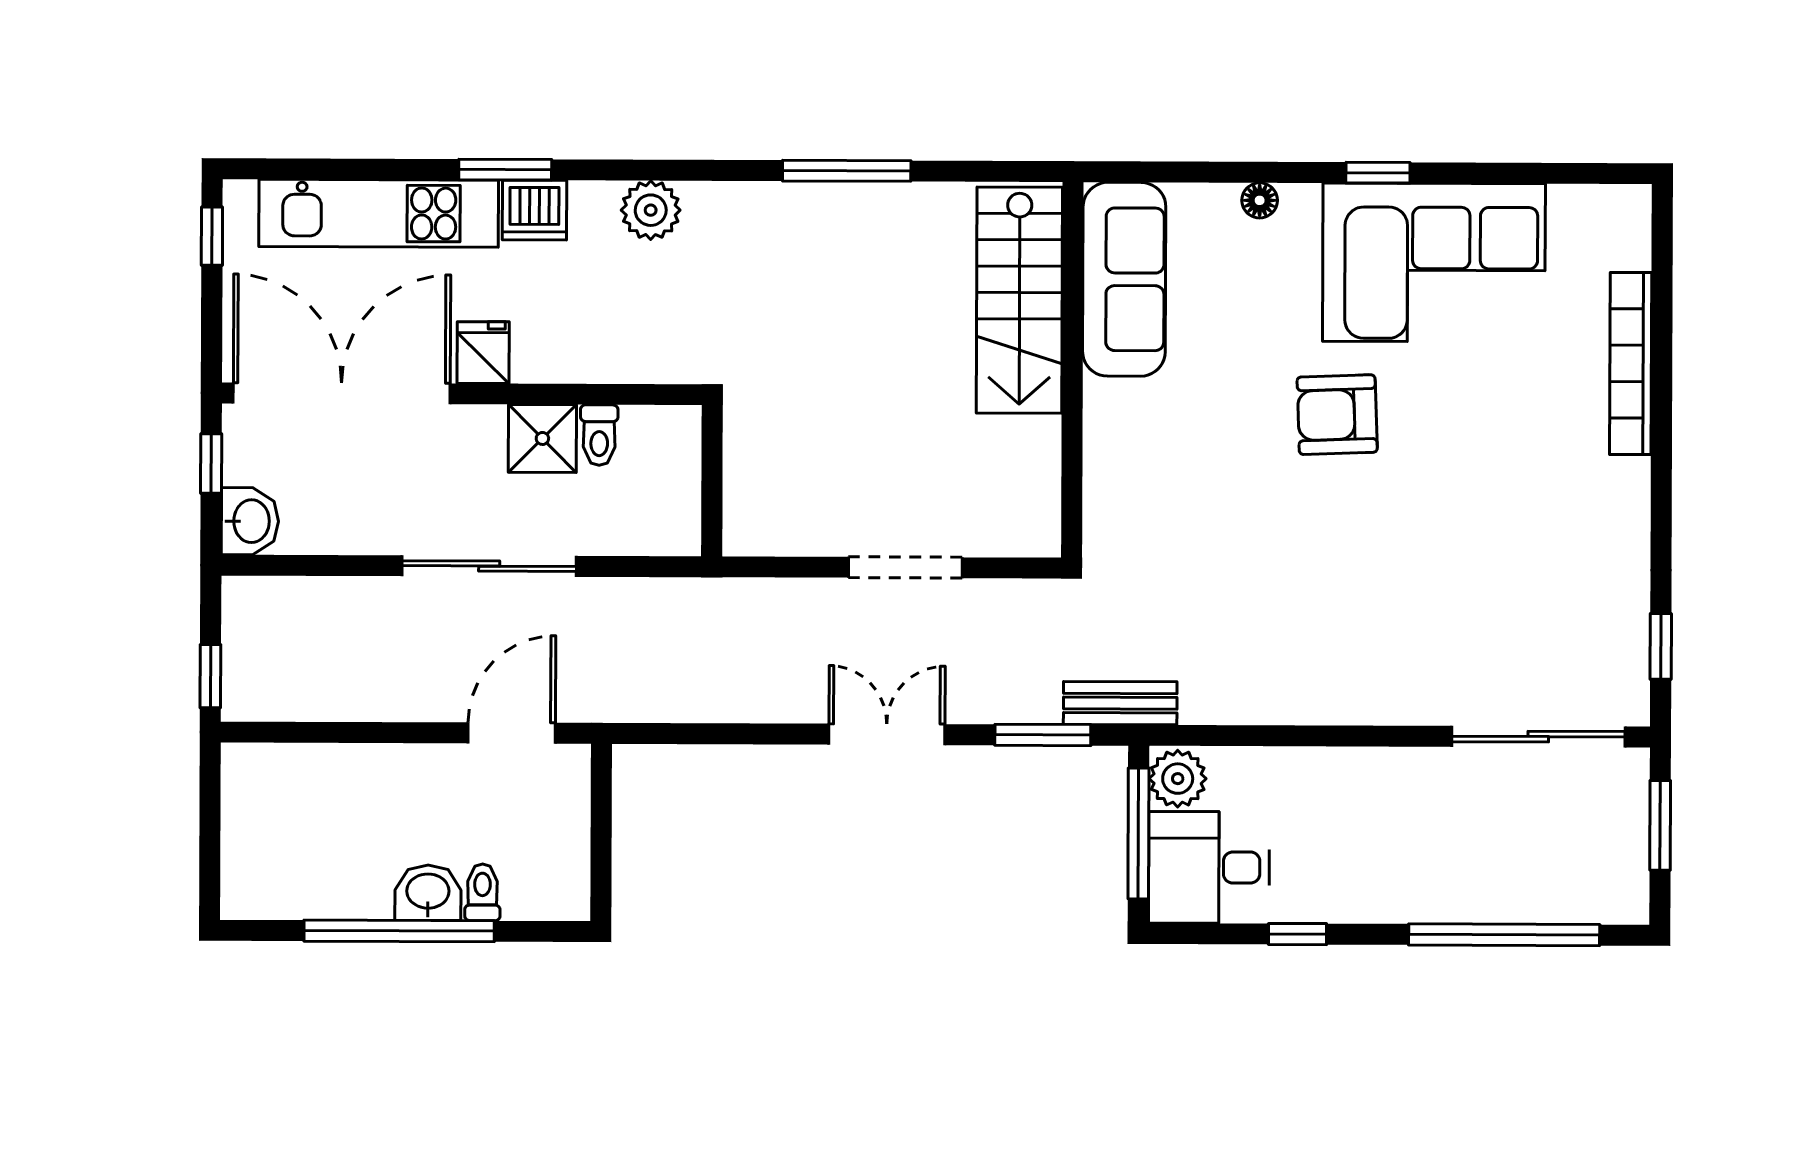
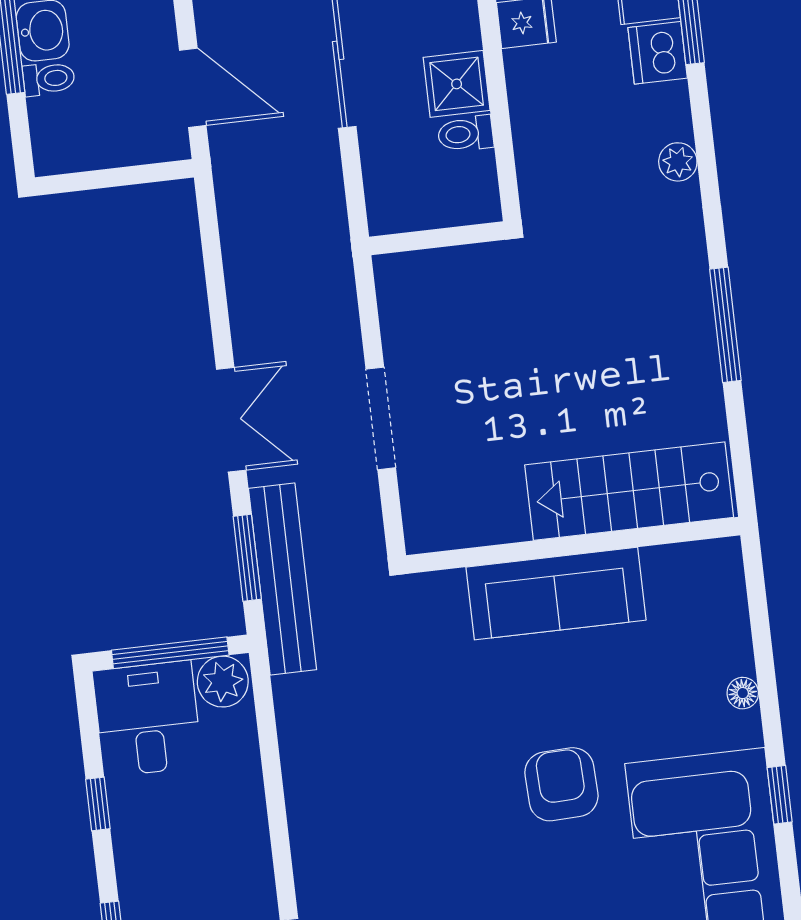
plant: (651, 210) -> (678, 162), width x0.73, depth x0.73
sofa: (1124, 279) -> (556, 594), moved
bench: (1120, 703) -> (283, 579), width x1.86, depth x1.21

